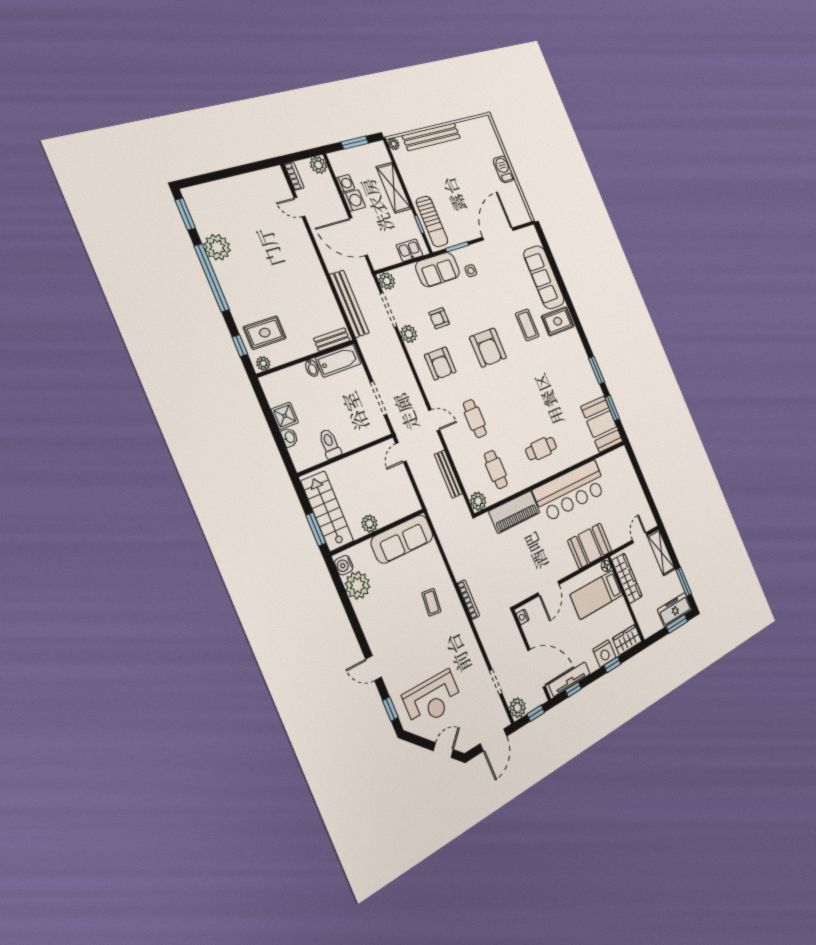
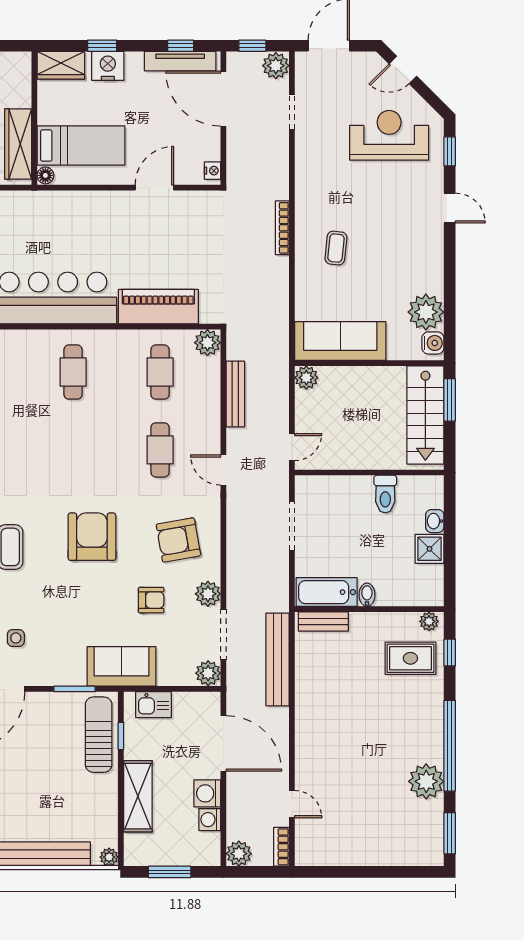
side table: (471, 271) -> (16, 638), moved
armchair: (440, 363) -> (178, 540), turned -100
cafe table: (541, 449) -> (73, 372), turned 90
plant: (369, 524) -> (306, 378), moved
booth: (590, 546) -> (59, 213), removed

